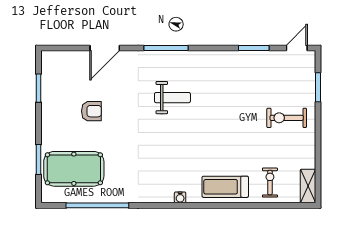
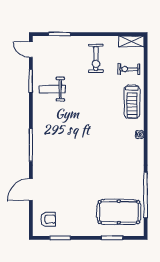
door: (105, 48) -> (31, 190), swing flipped
weight bench: (172, 98) -> (52, 89), moved, turned -90
armchair: (91, 111) -> (48, 219), moved, turned 90
exercise bike: (287, 118) -> (96, 58), moved
pool table: (74, 169) -> (119, 212), turned 90

